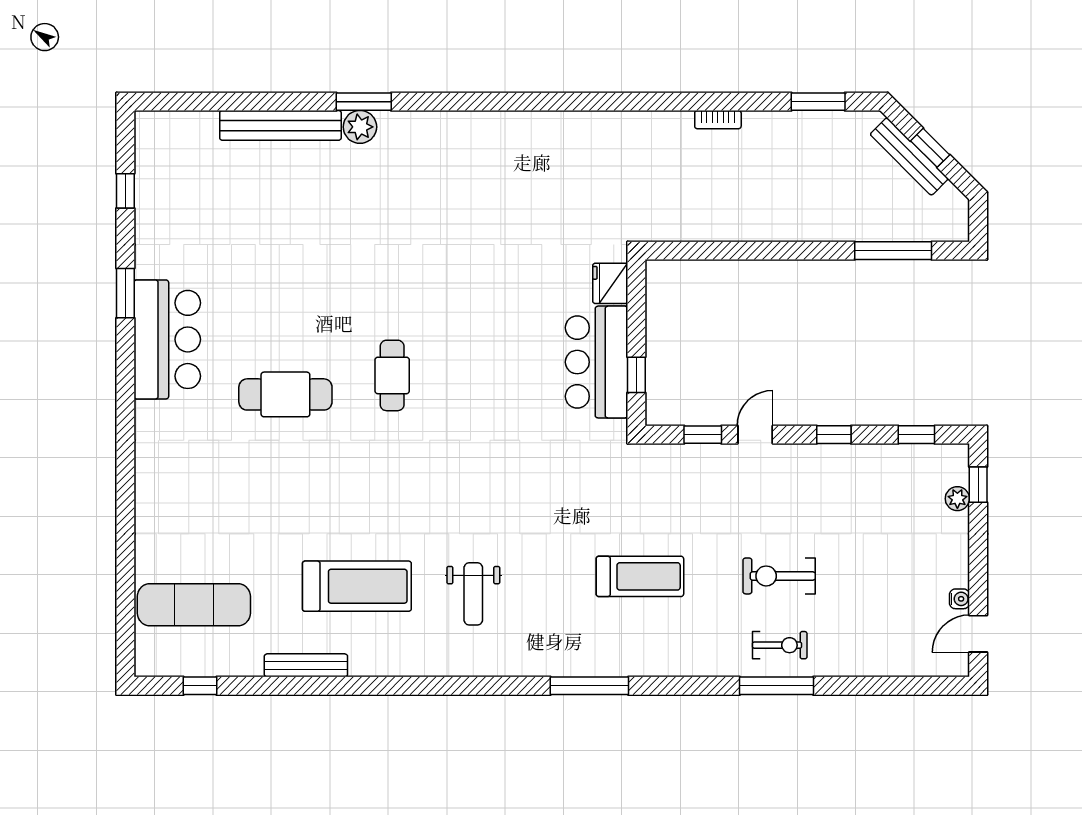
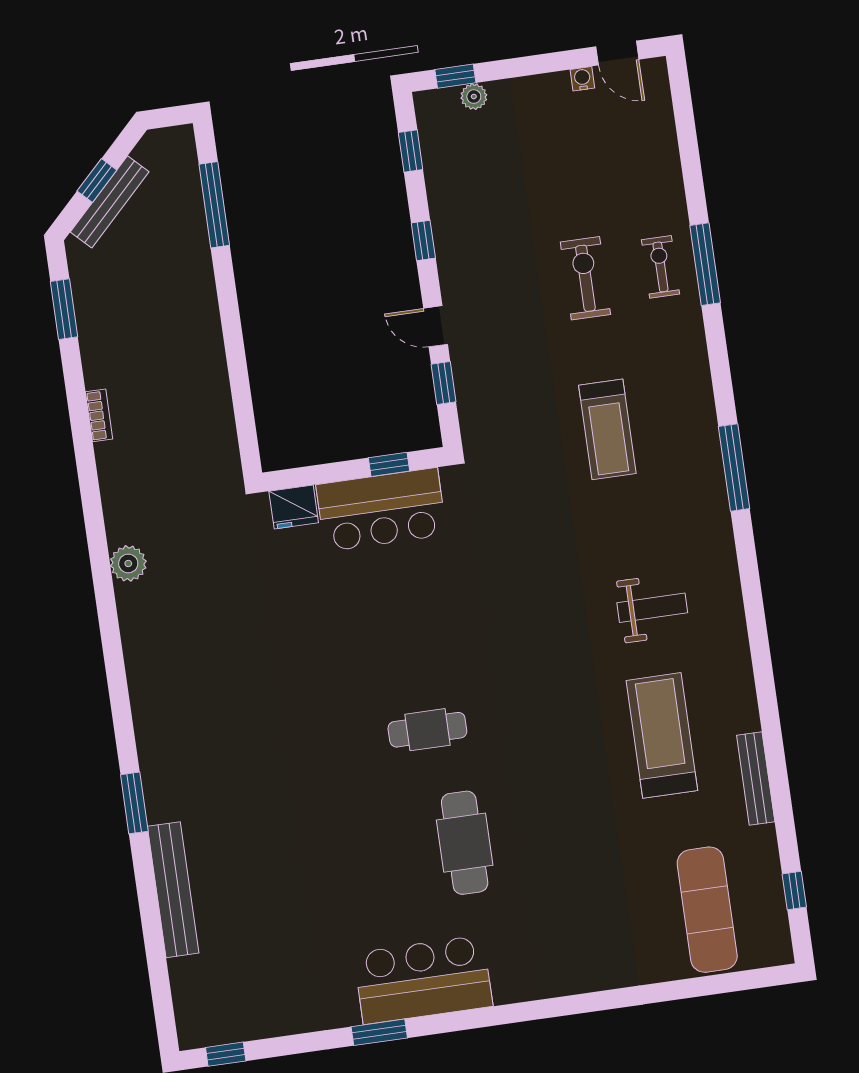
plant: (360, 127) -> (128, 563), moved
window: (125, 191) -> (226, 1054), moved
treadmill: (640, 576) -> (607, 429), turned 180
exercise bike: (779, 576) -> (585, 278), turned 180

